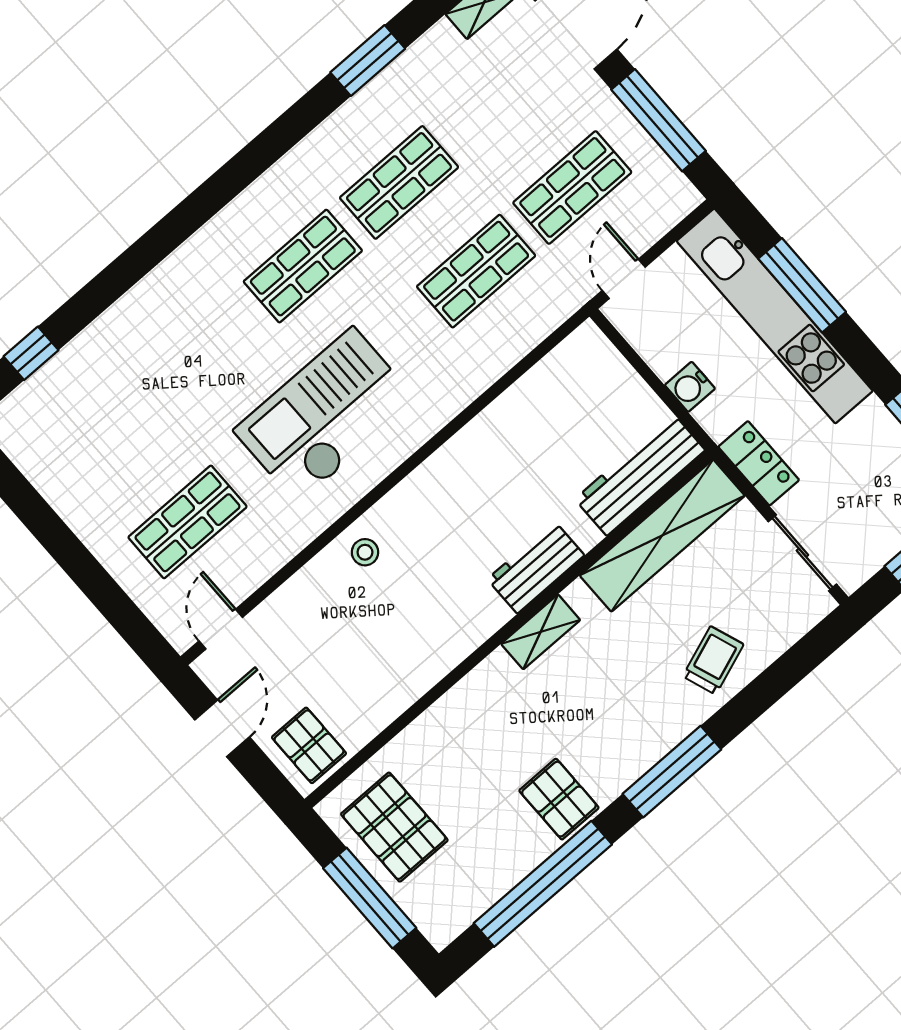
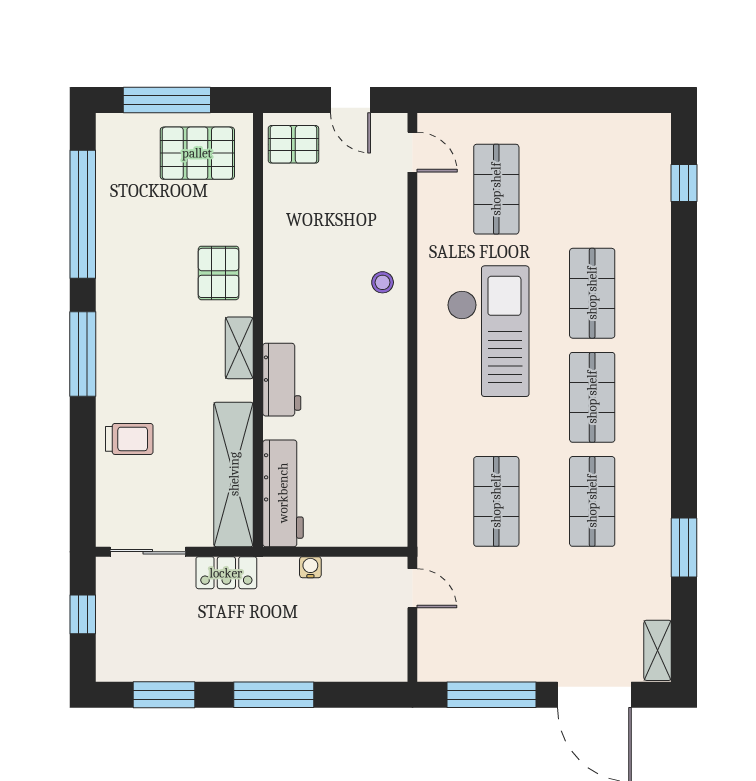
shop shelf: (572, 187) -> (592, 293), moved
window: (802, 285) -> (274, 695), moved
kitchen unit: (775, 316) -> (309, 661), removed
water cooler: (690, 387) -> (310, 567), width x0.72, depth x0.72
trolley: (713, 660) -> (129, 439), turned -70
pallet: (559, 799) -> (219, 273), moved, turned 90

